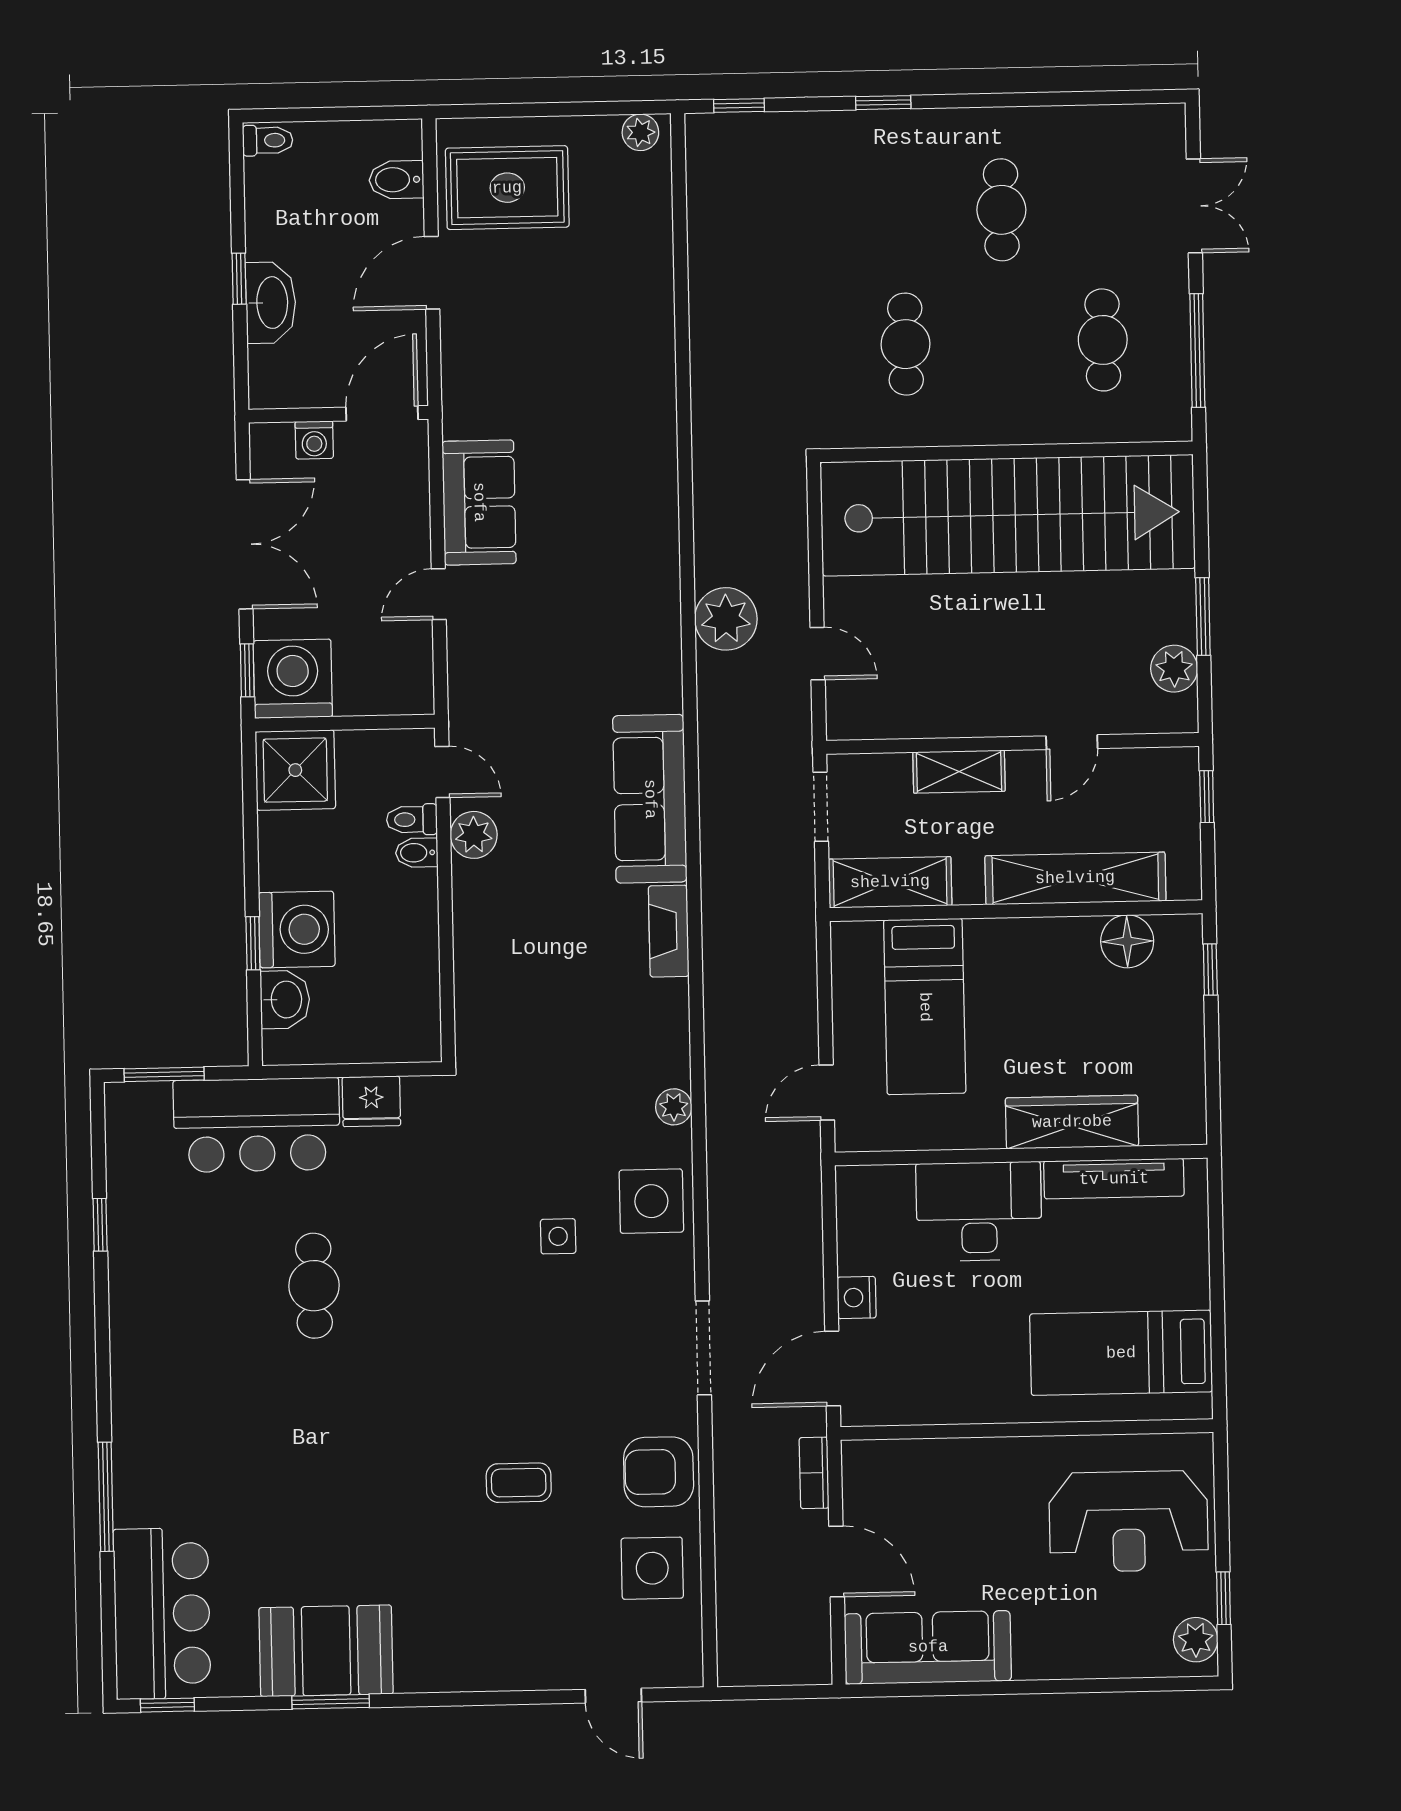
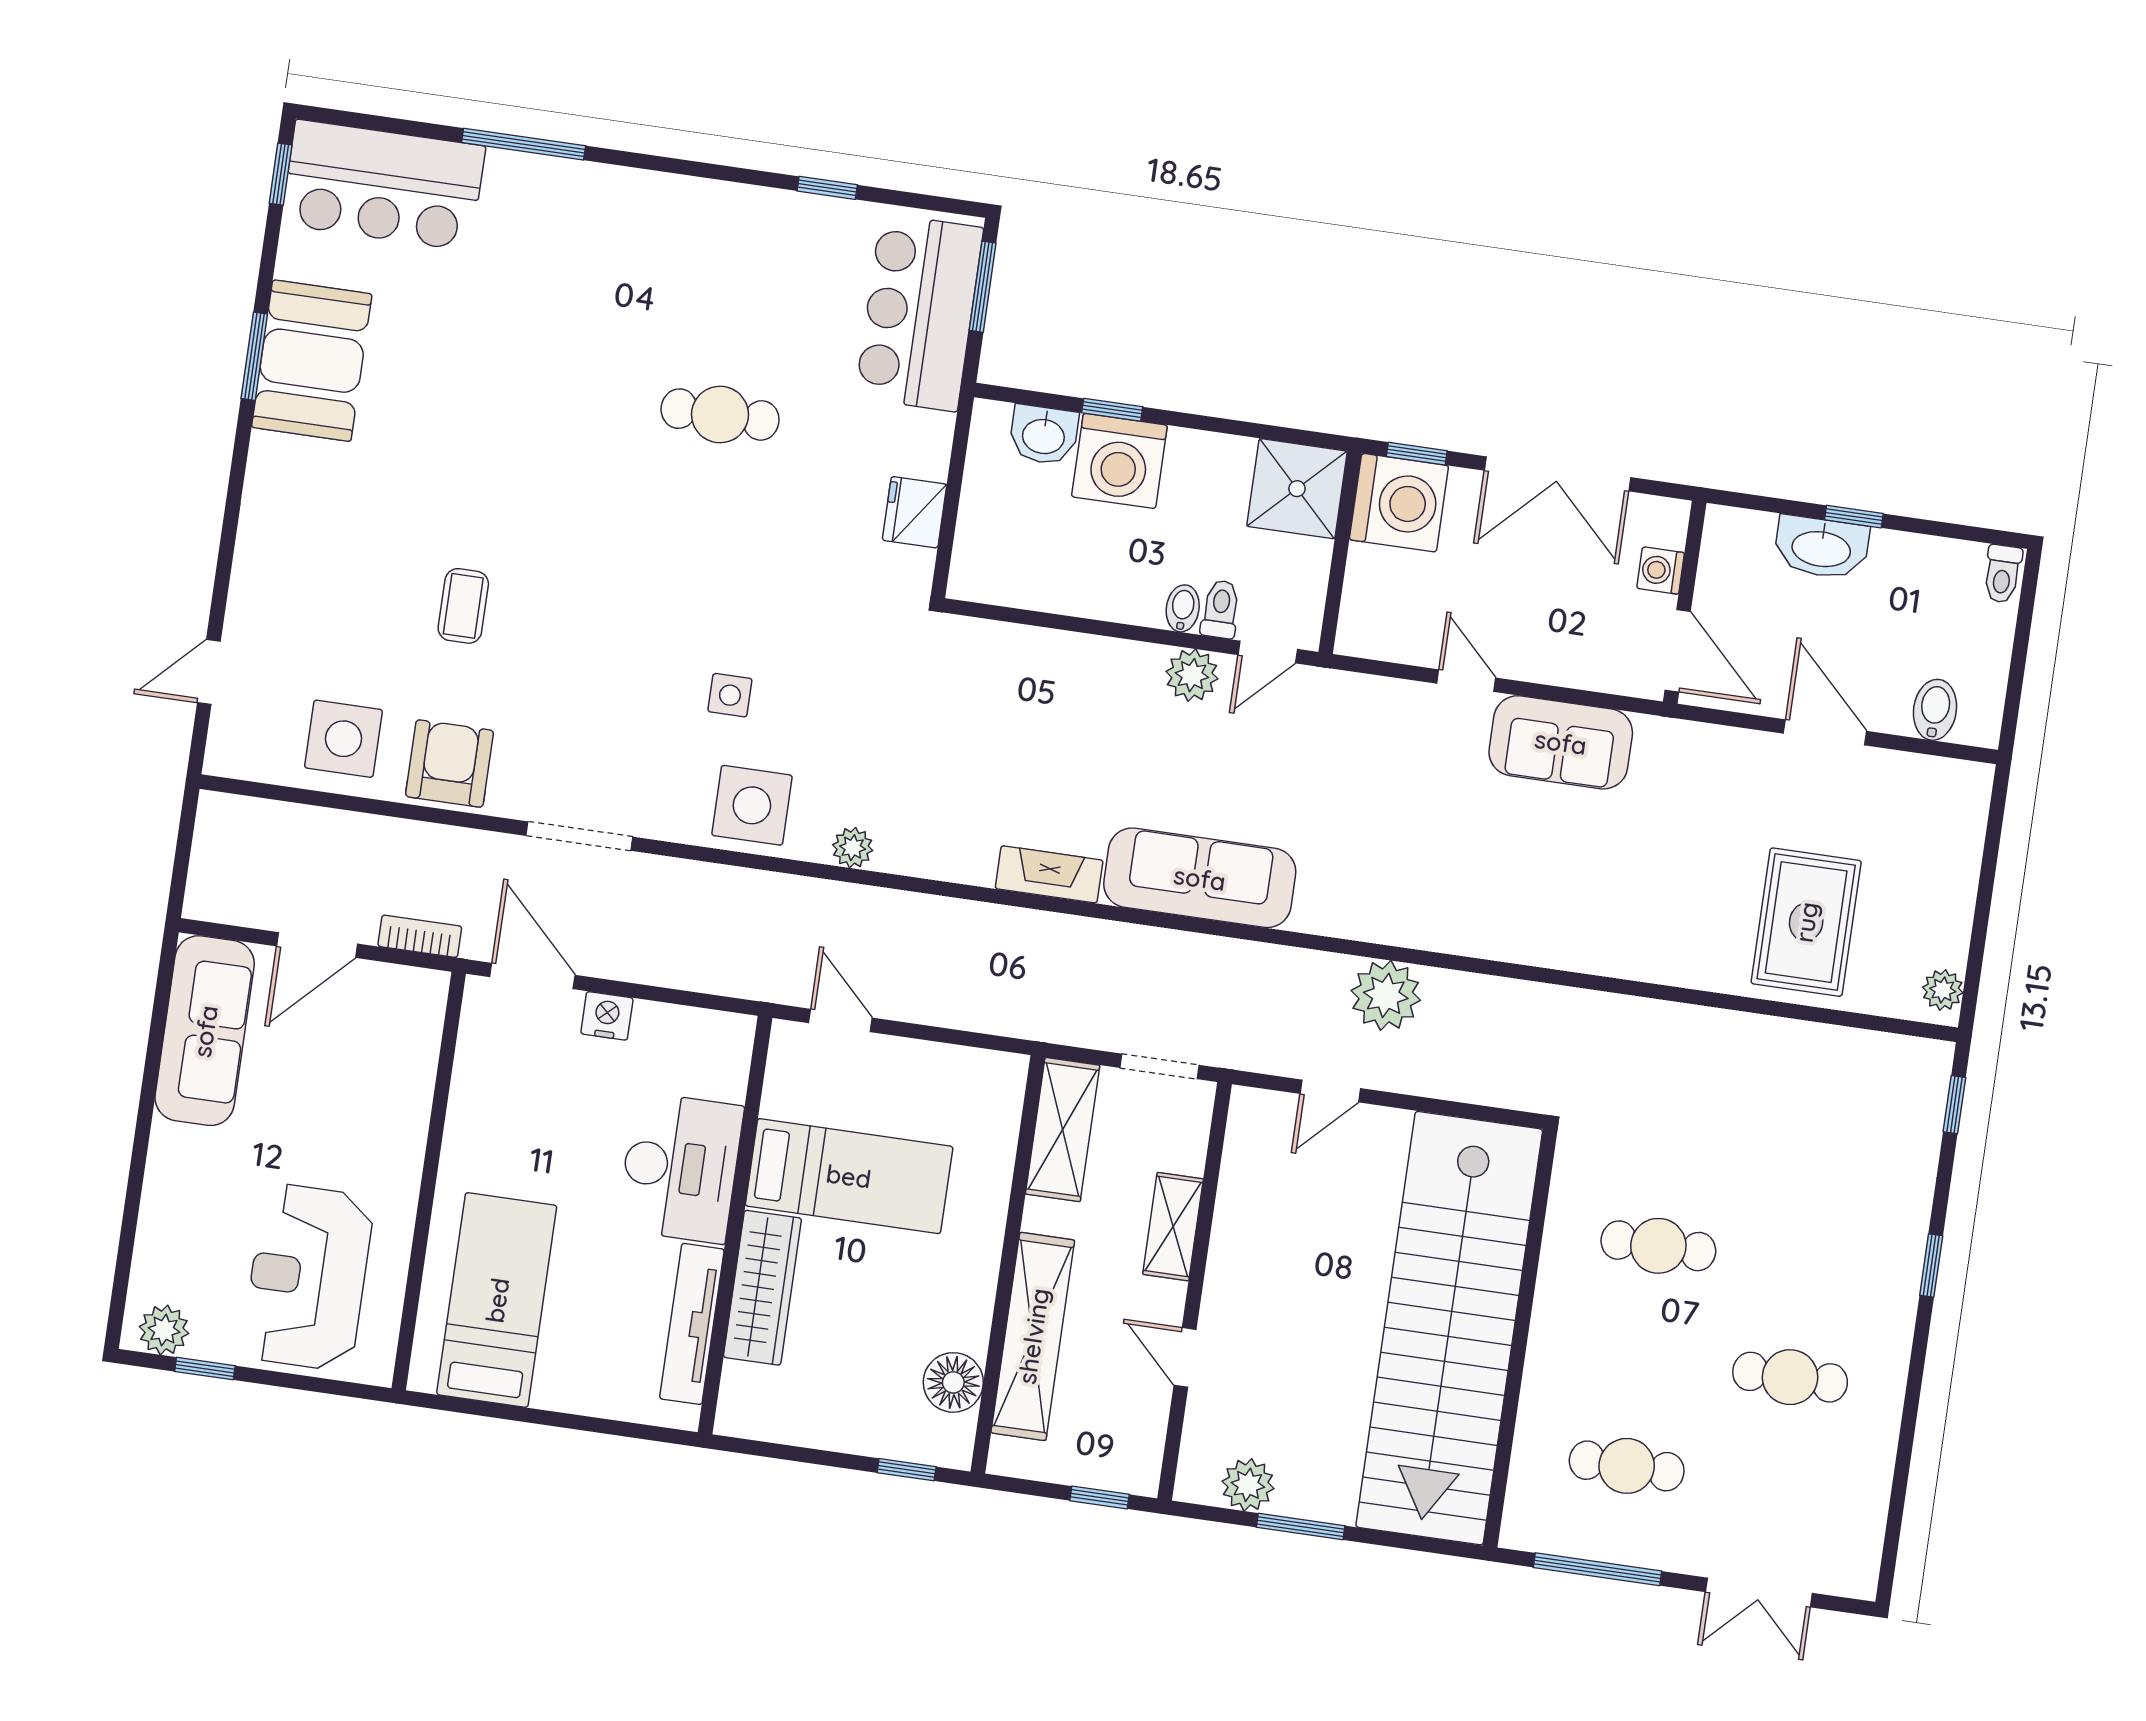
rug: (507, 188) -> (1806, 922), moved
bed: (925, 1007) -> (849, 1176), moved, turned 180
bar counter: (257, 1125) -> (919, 313), moved

